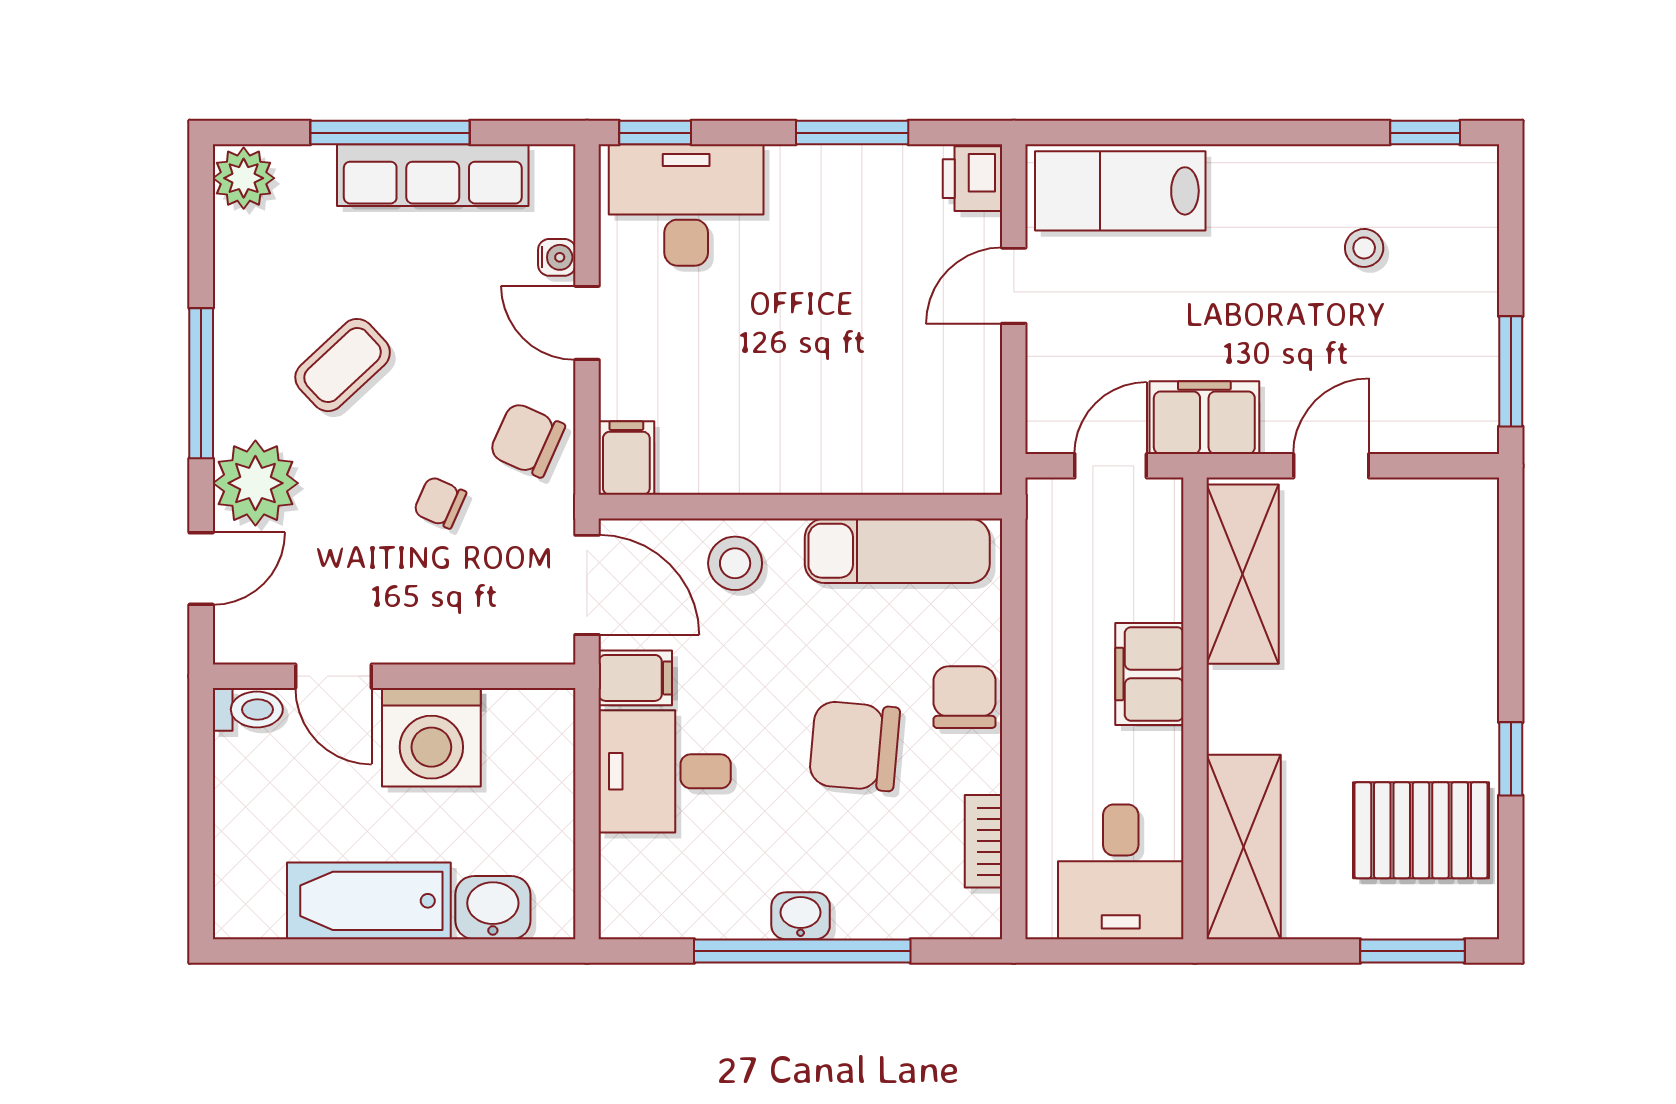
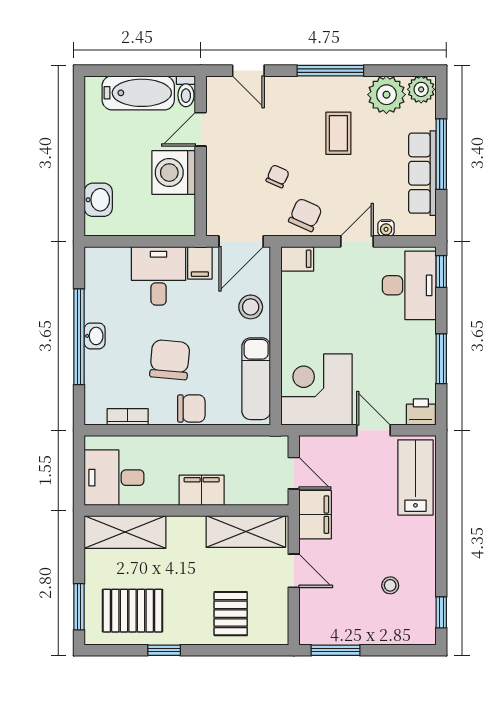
coffee table: (343, 365) -> (338, 133), turned 43
corner desk: (922, 415) -> (316, 390), added
plant: (255, 483) -> (386, 95), moved
pallet: (1428, 608) -> (231, 614), added
pallet: (1421, 830) -> (132, 611), turned 90
bathtub: (369, 901) -> (138, 93), moved, turned 90

